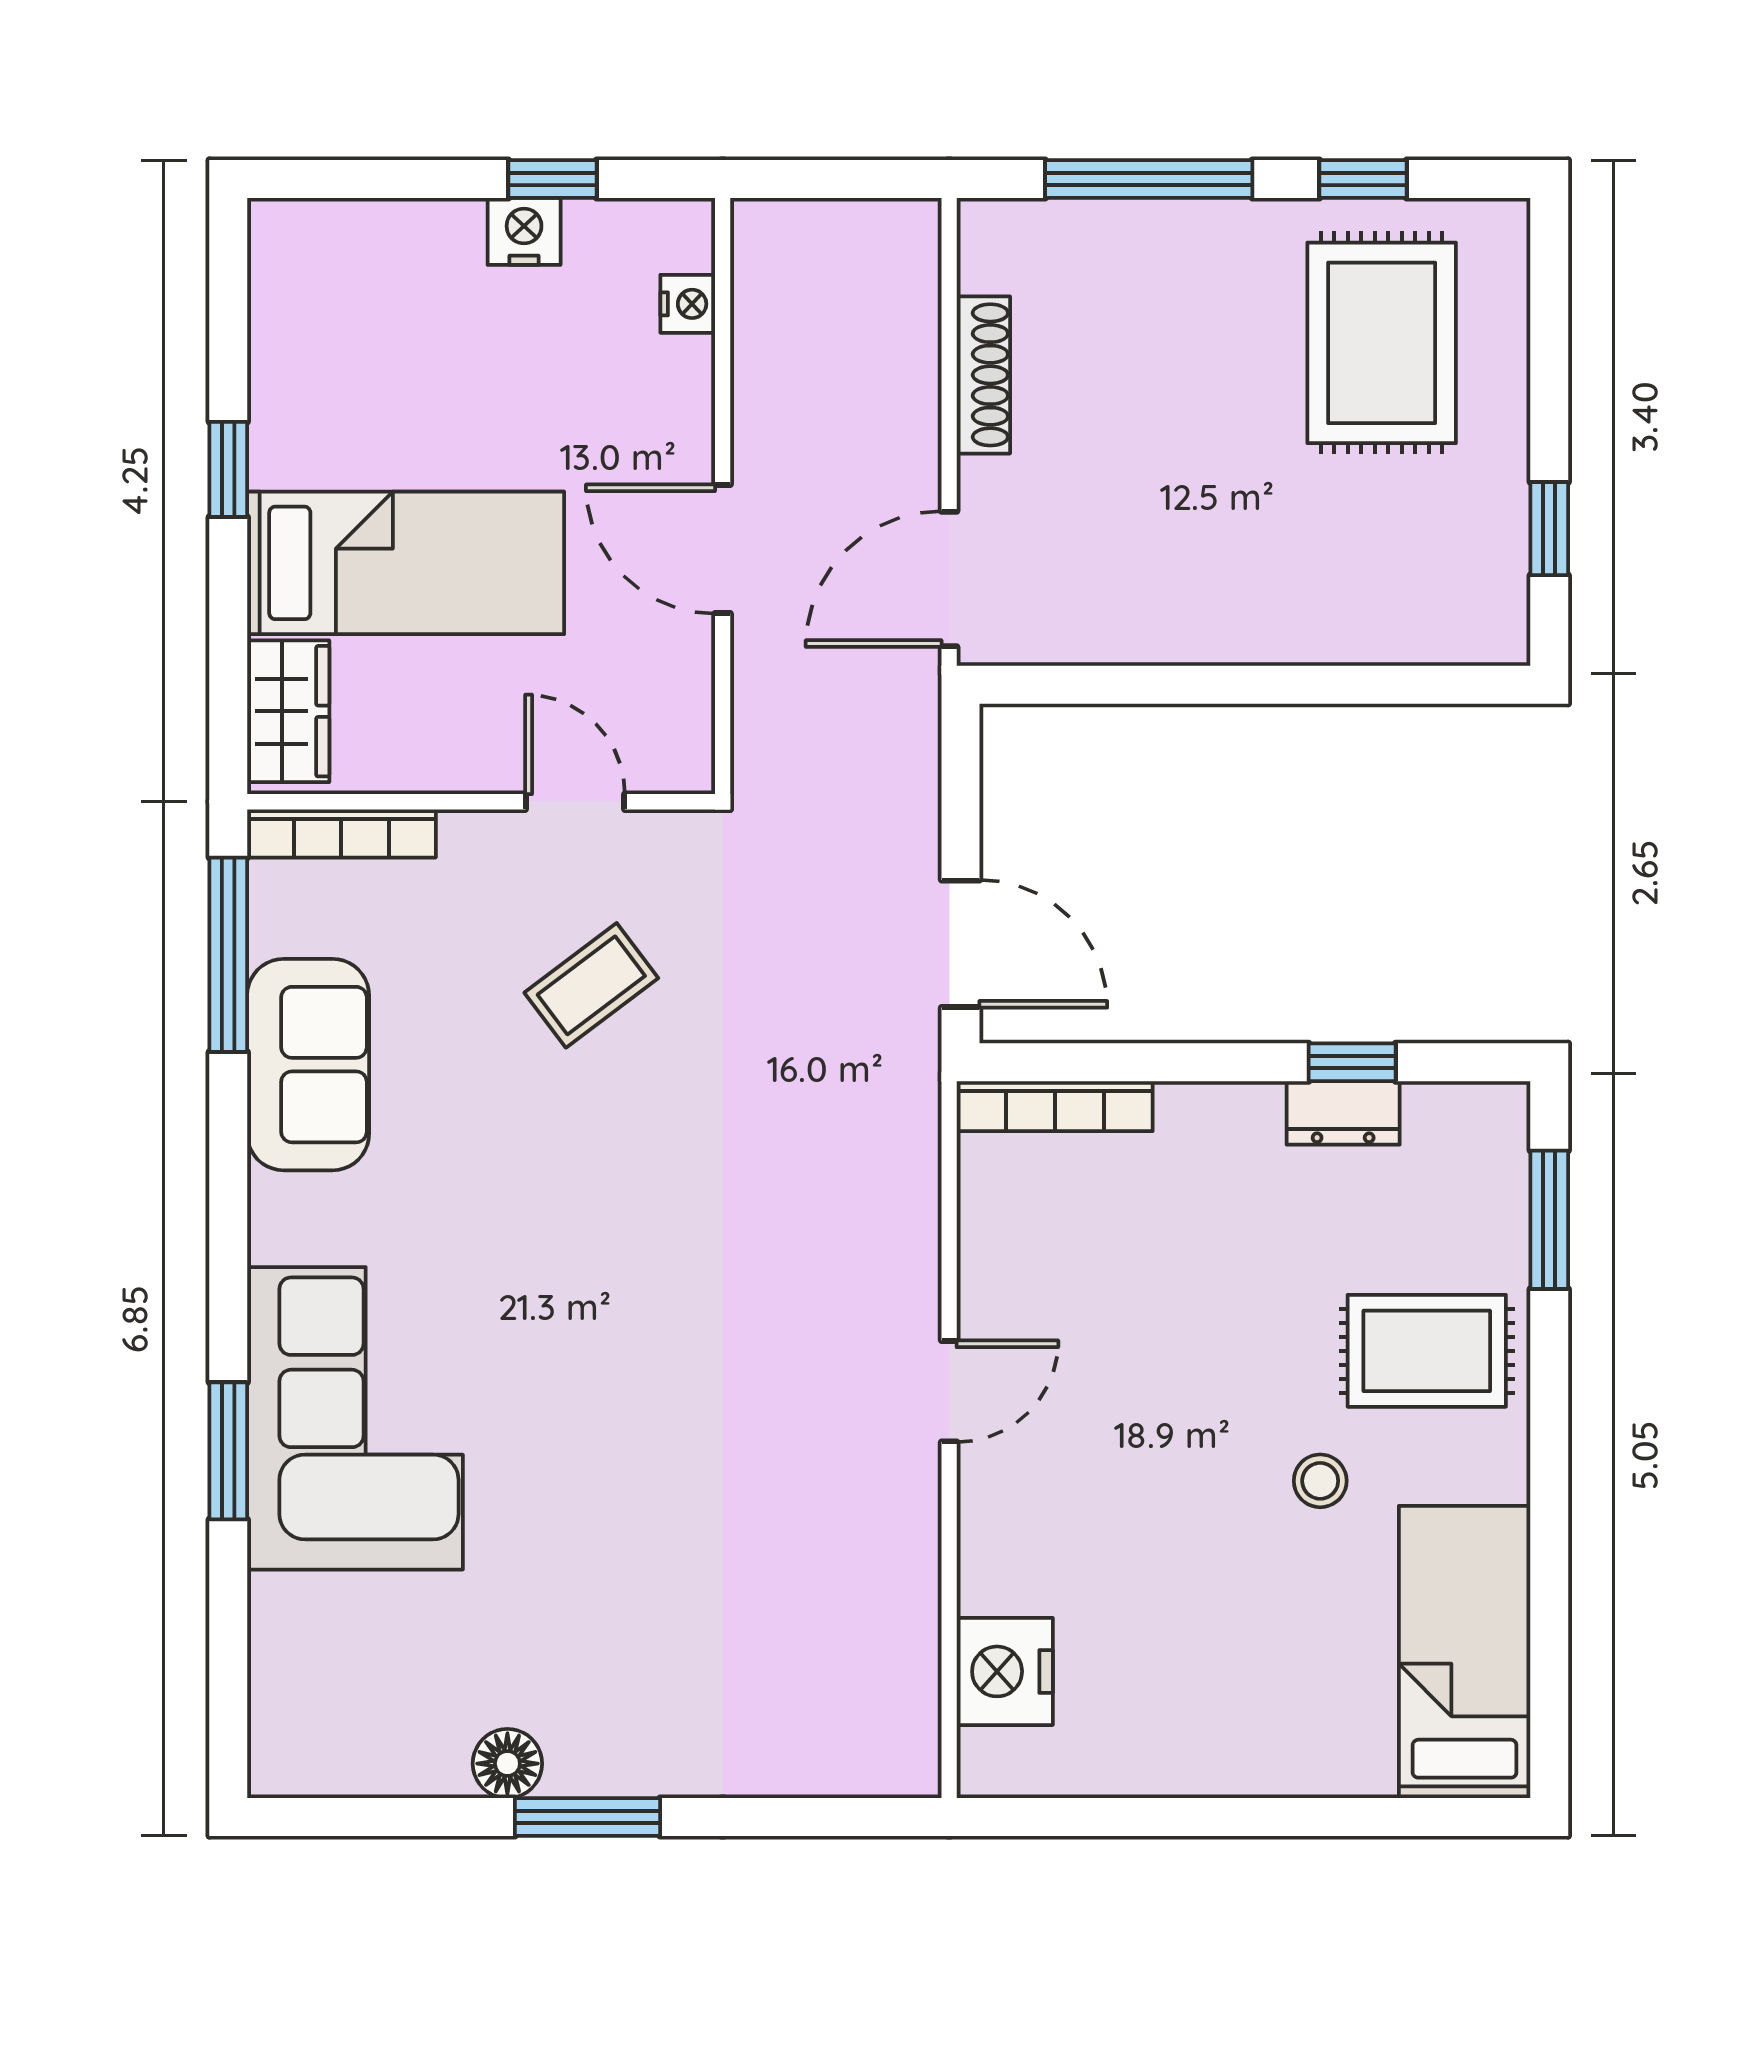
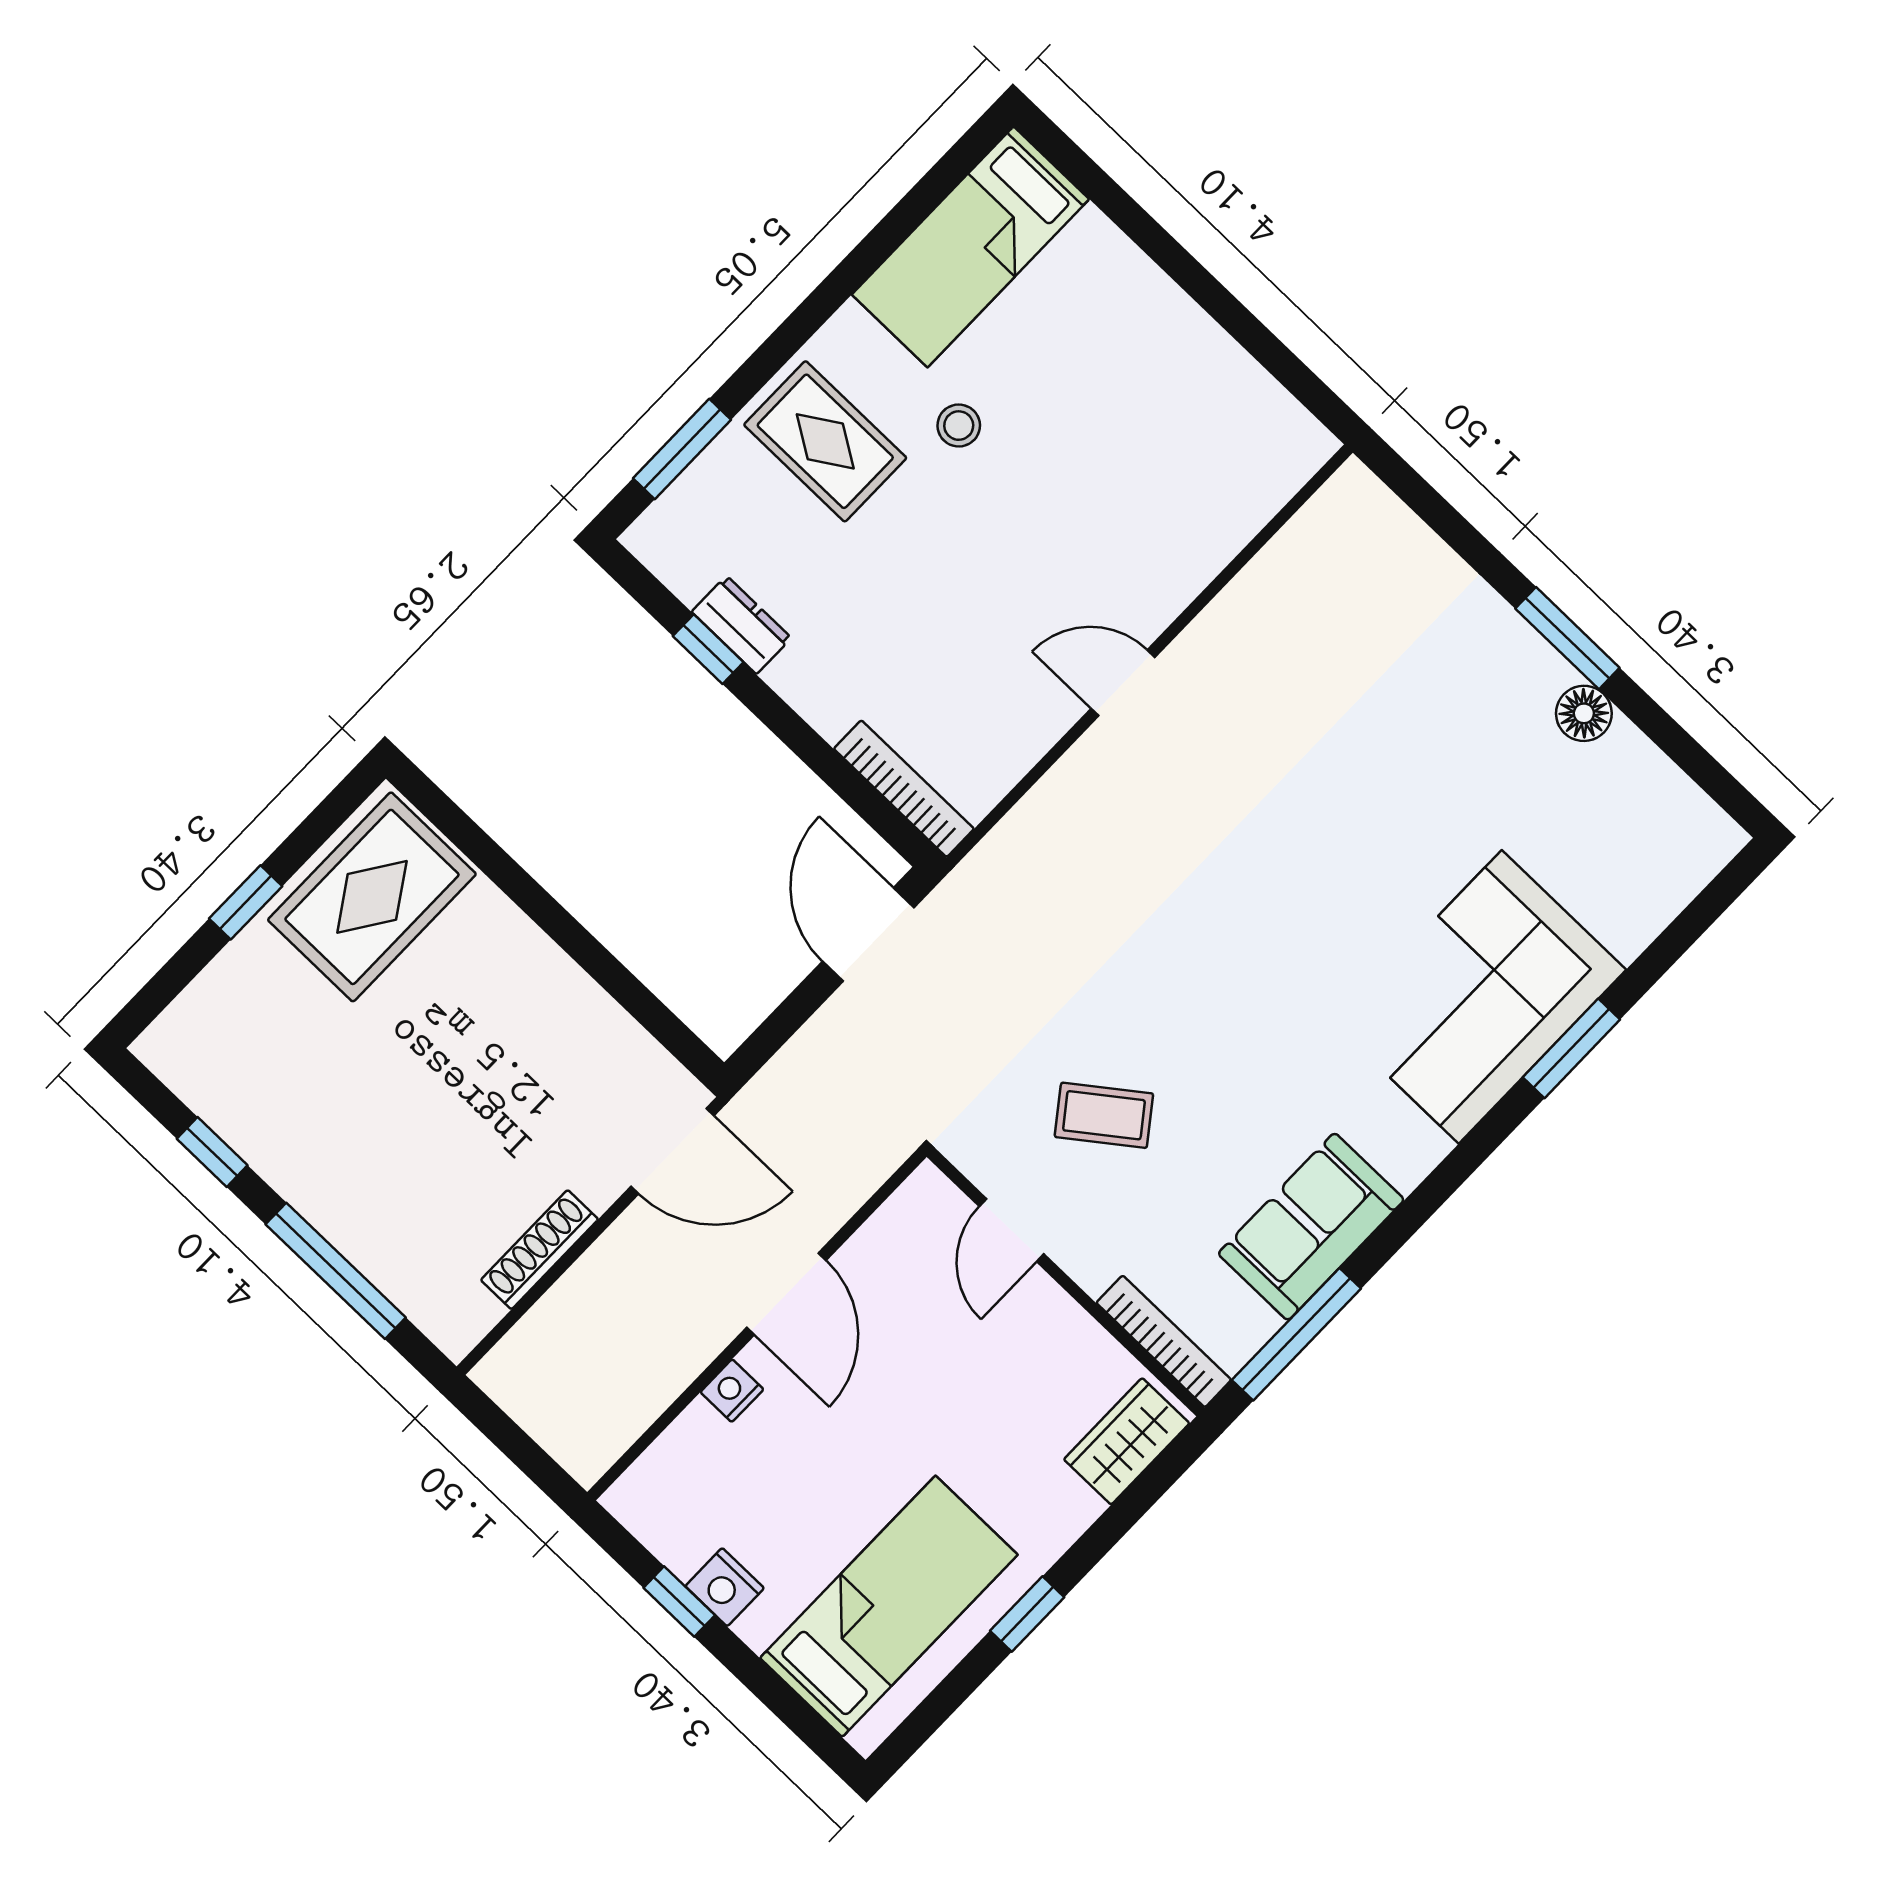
nightstand: (688, 304) -> (732, 1391), moved
rug: (1382, 343) -> (372, 897), moved
window: (1549, 529) -> (246, 902), moved
bed: (406, 563) -> (889, 1606), moved, turned 90
nightstand: (1005, 1671) -> (1246, 491), removed

